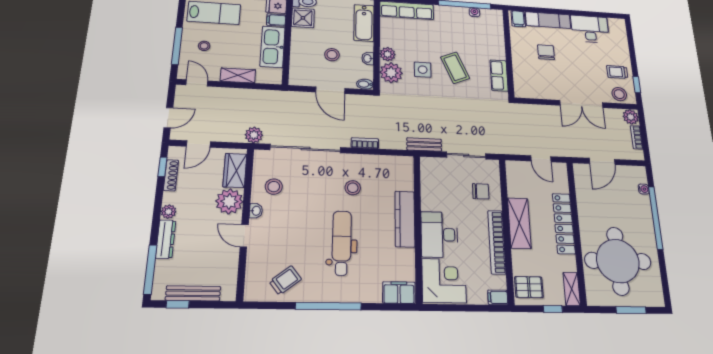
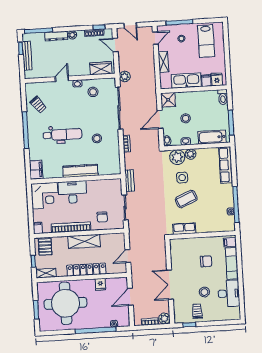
shower: (303, 18) -> (168, 100), moved
stool: (619, 94) -> (204, 292), moved
door: (602, 161) -> (130, 297), hinge flipped
plant: (229, 201) -> (82, 68), removed
fridge: (586, 204) -> (100, 284), added

